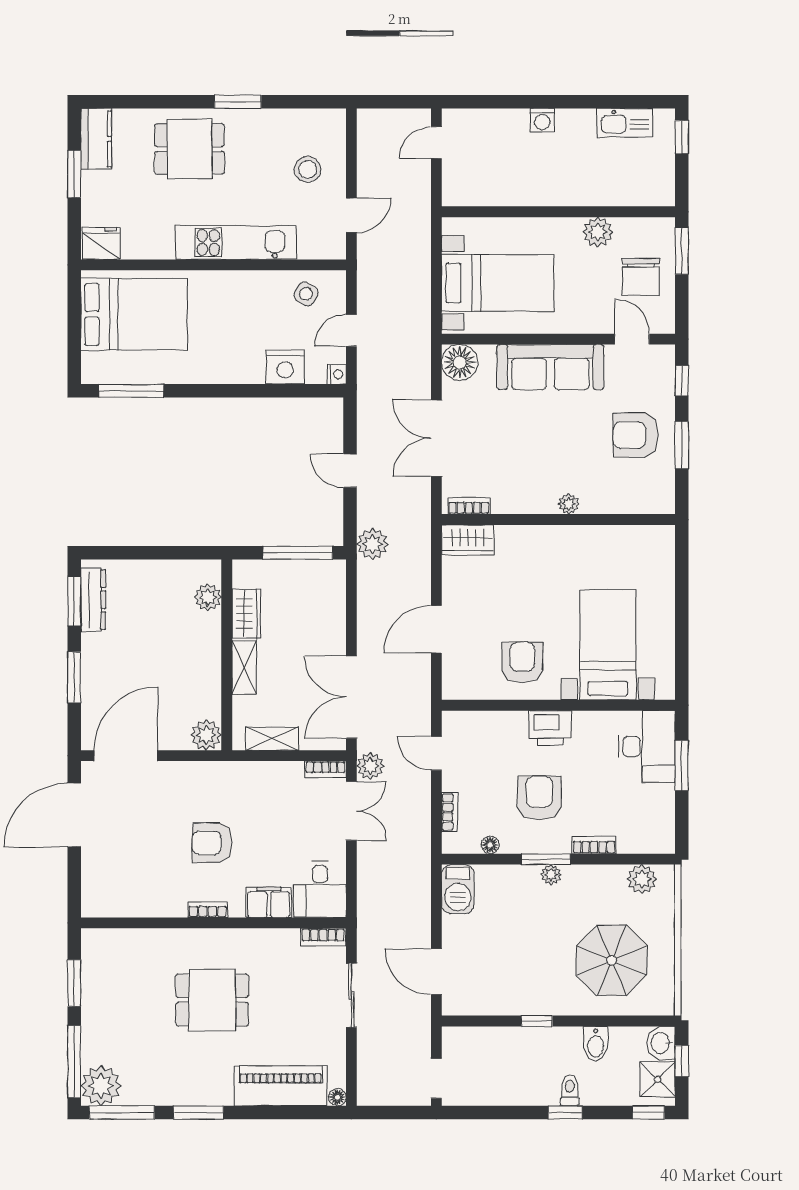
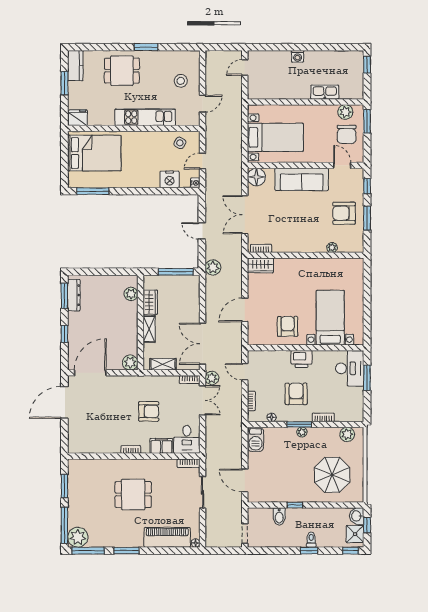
kitchen sink: (625, 123) -> (325, 92), moved, turned 180
plant: (598, 232) -> (345, 112), moved
plant: (569, 504) -> (332, 247), moved
window: (74, 677) -> (64, 334), width x0.67
armchair: (212, 843) -> (149, 411), moved, turned 180
bidet: (596, 1044) -> (279, 516), moved

